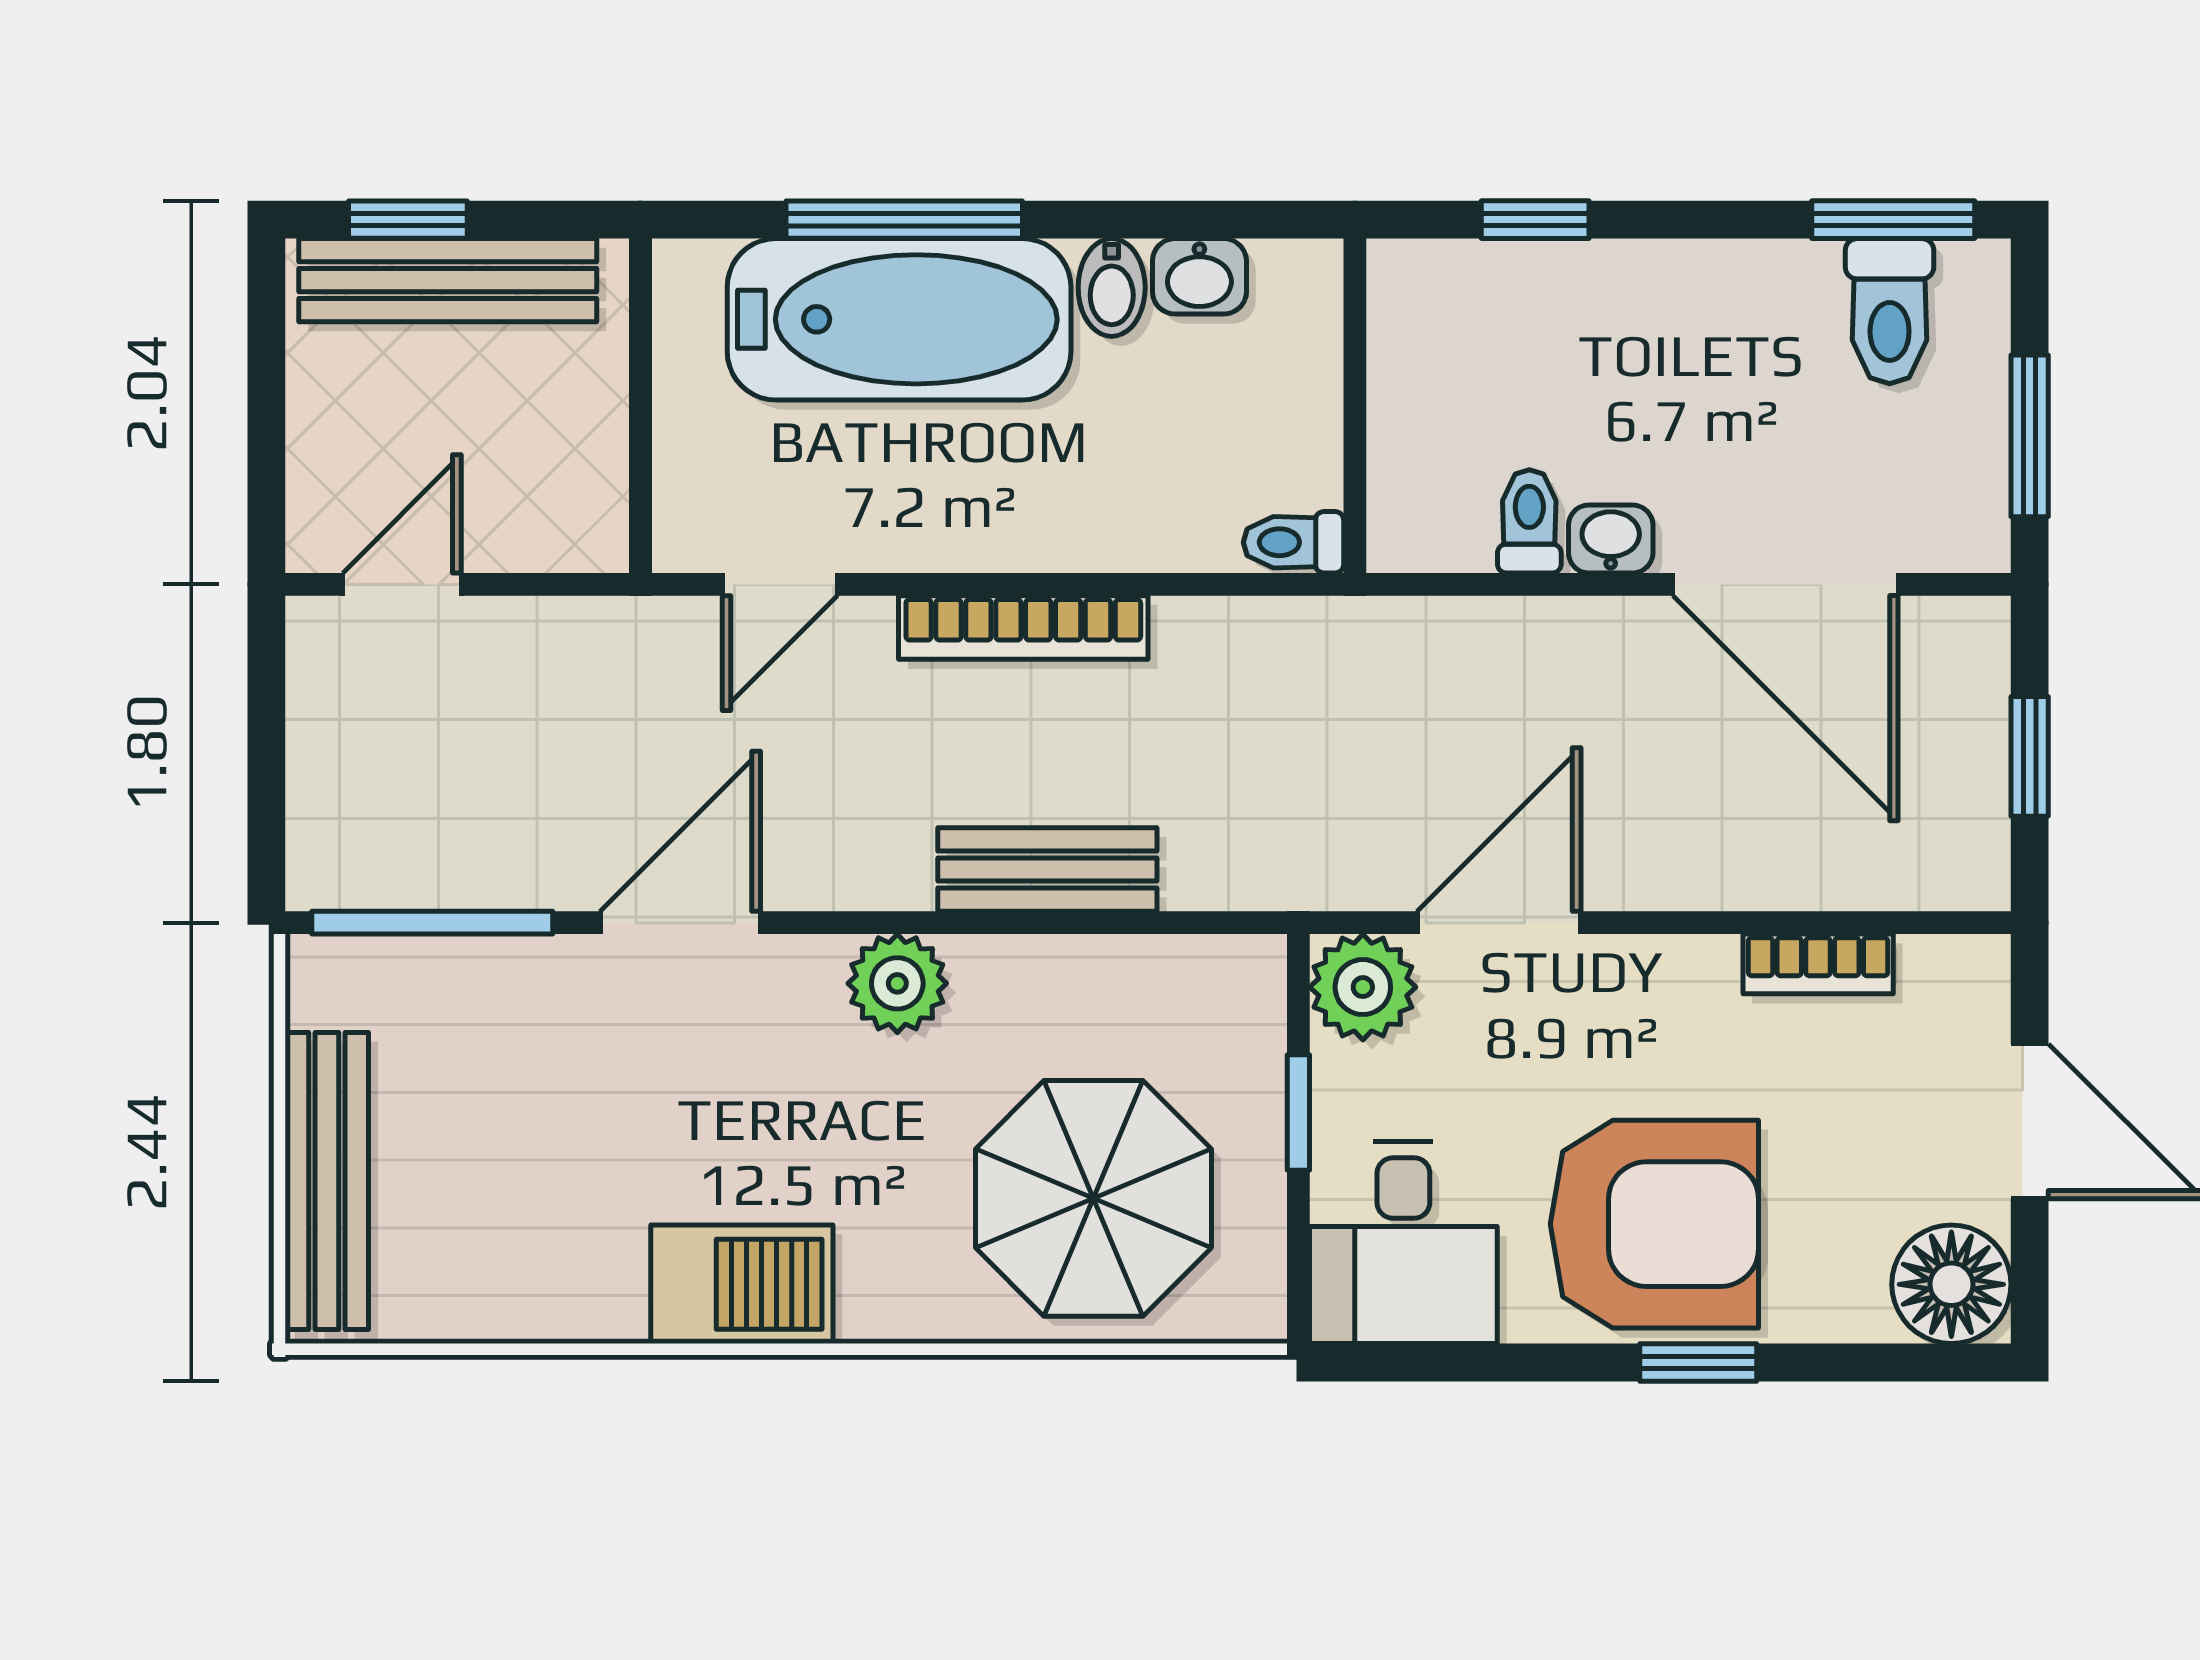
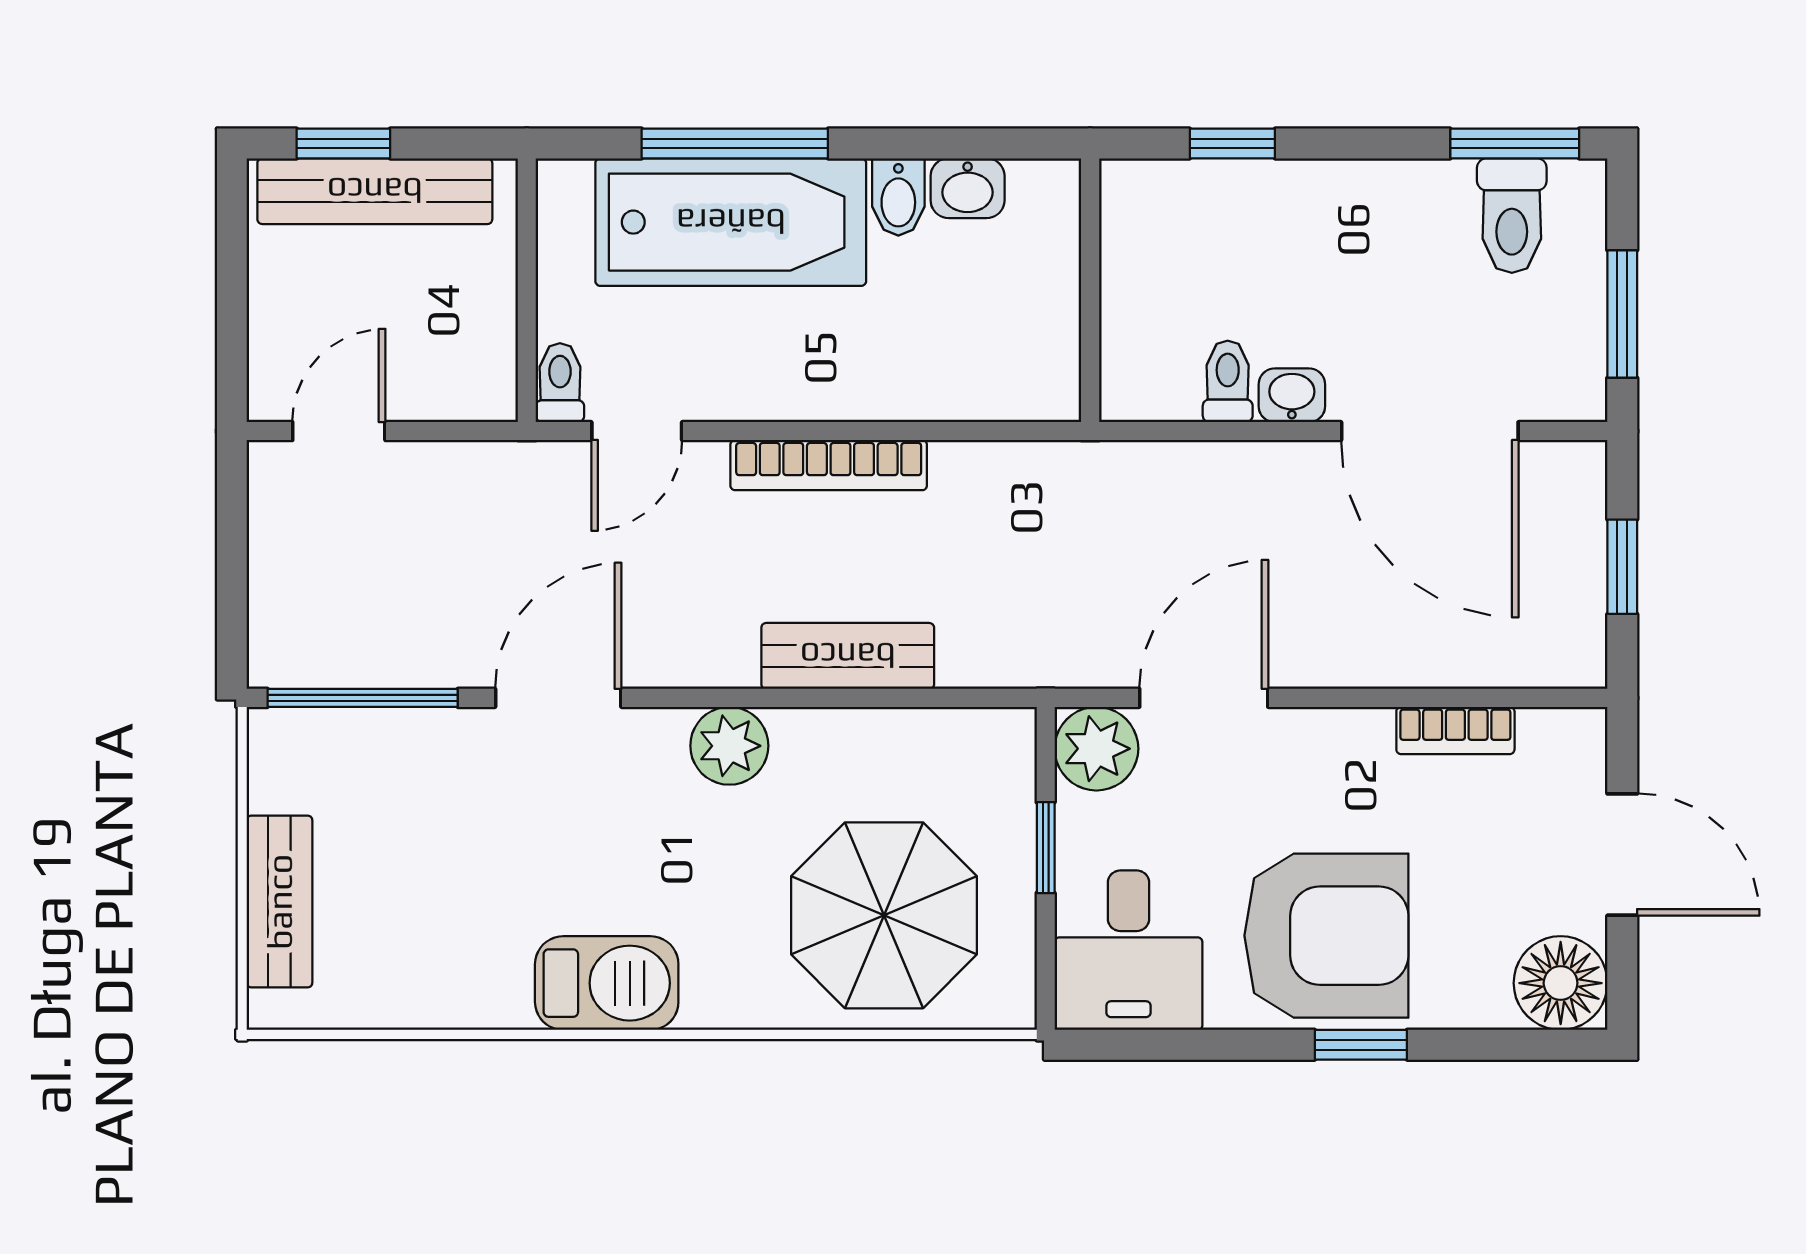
toilet: (1293, 542) -> (560, 383), moved, turned 90
bench: (327, 1181) -> (279, 902), width x0.73

